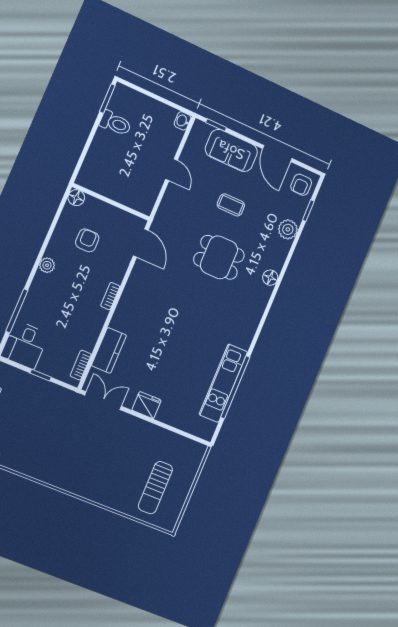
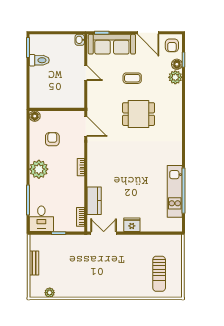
sofa: (231, 150) -> (112, 44), width x1.36
plant: (47, 265) -> (39, 169), width x1.87, depth x1.87
floor lamp: (270, 278) -> (177, 64), moved

